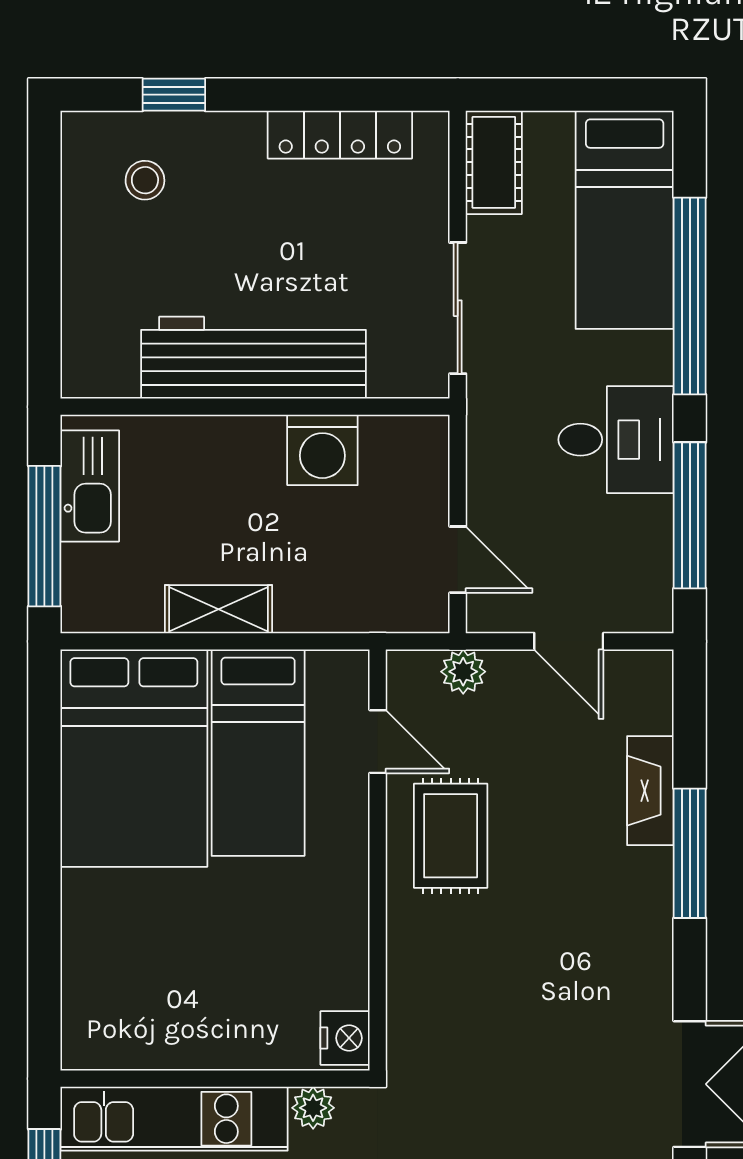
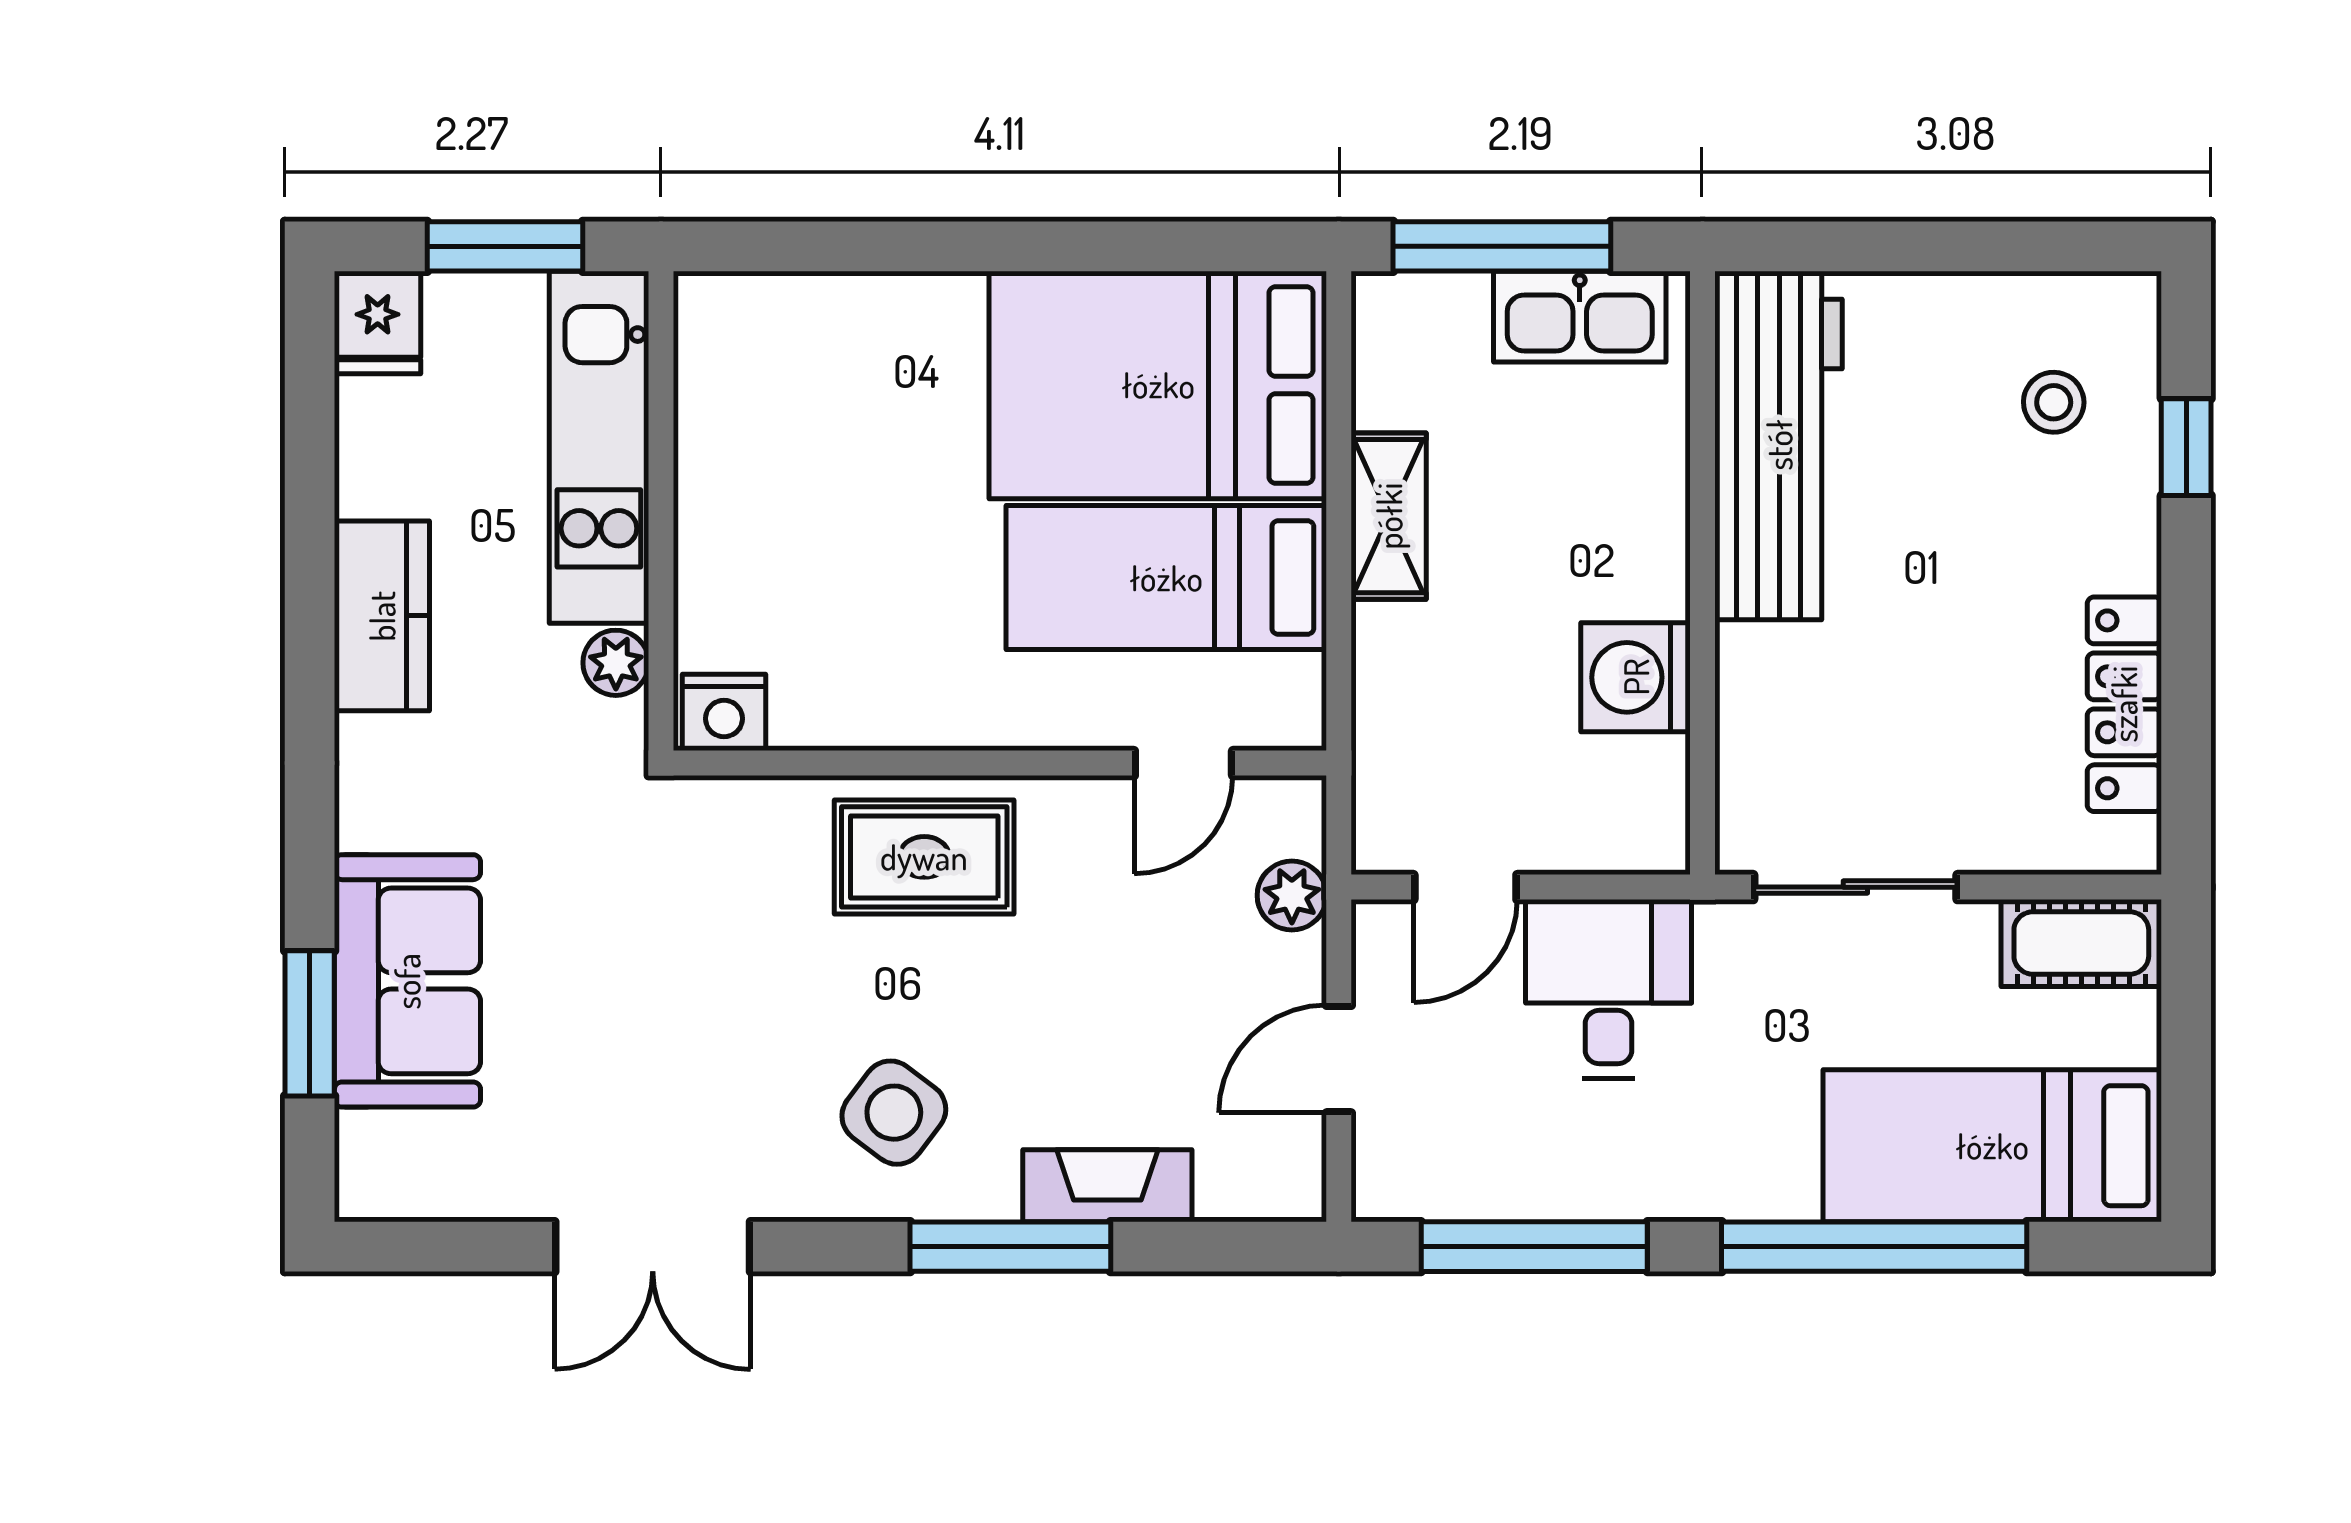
workbench: (254, 358) -> (1779, 445), moved
desk: (616, 440) -> (1609, 989), moved, turned 180
rug: (451, 836) -> (924, 857), moved
side table: (603, 928) -> (894, 1113), added

